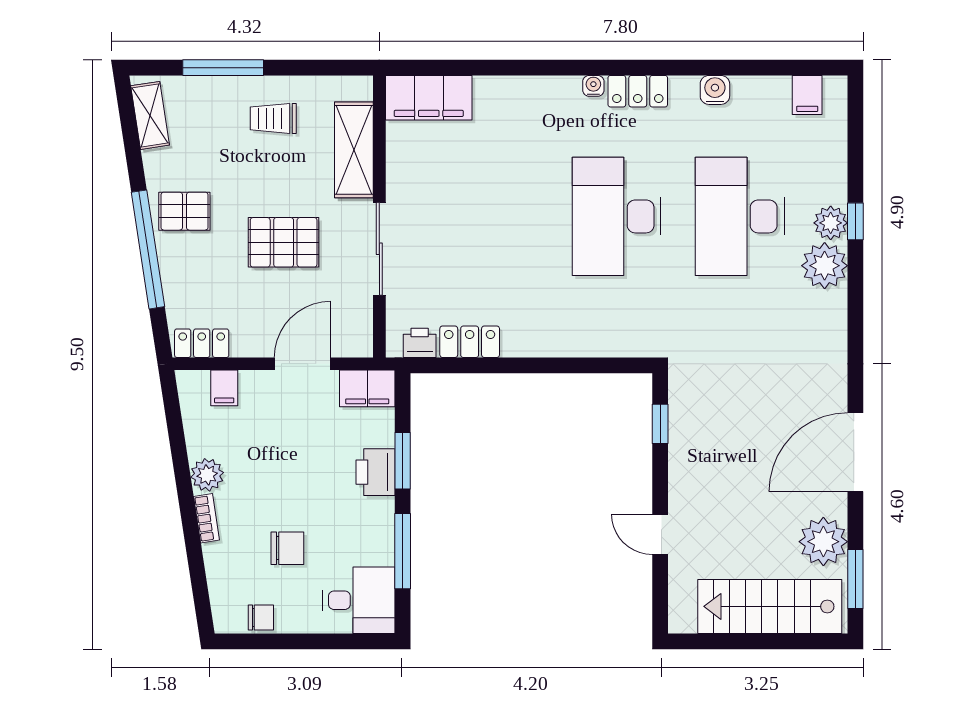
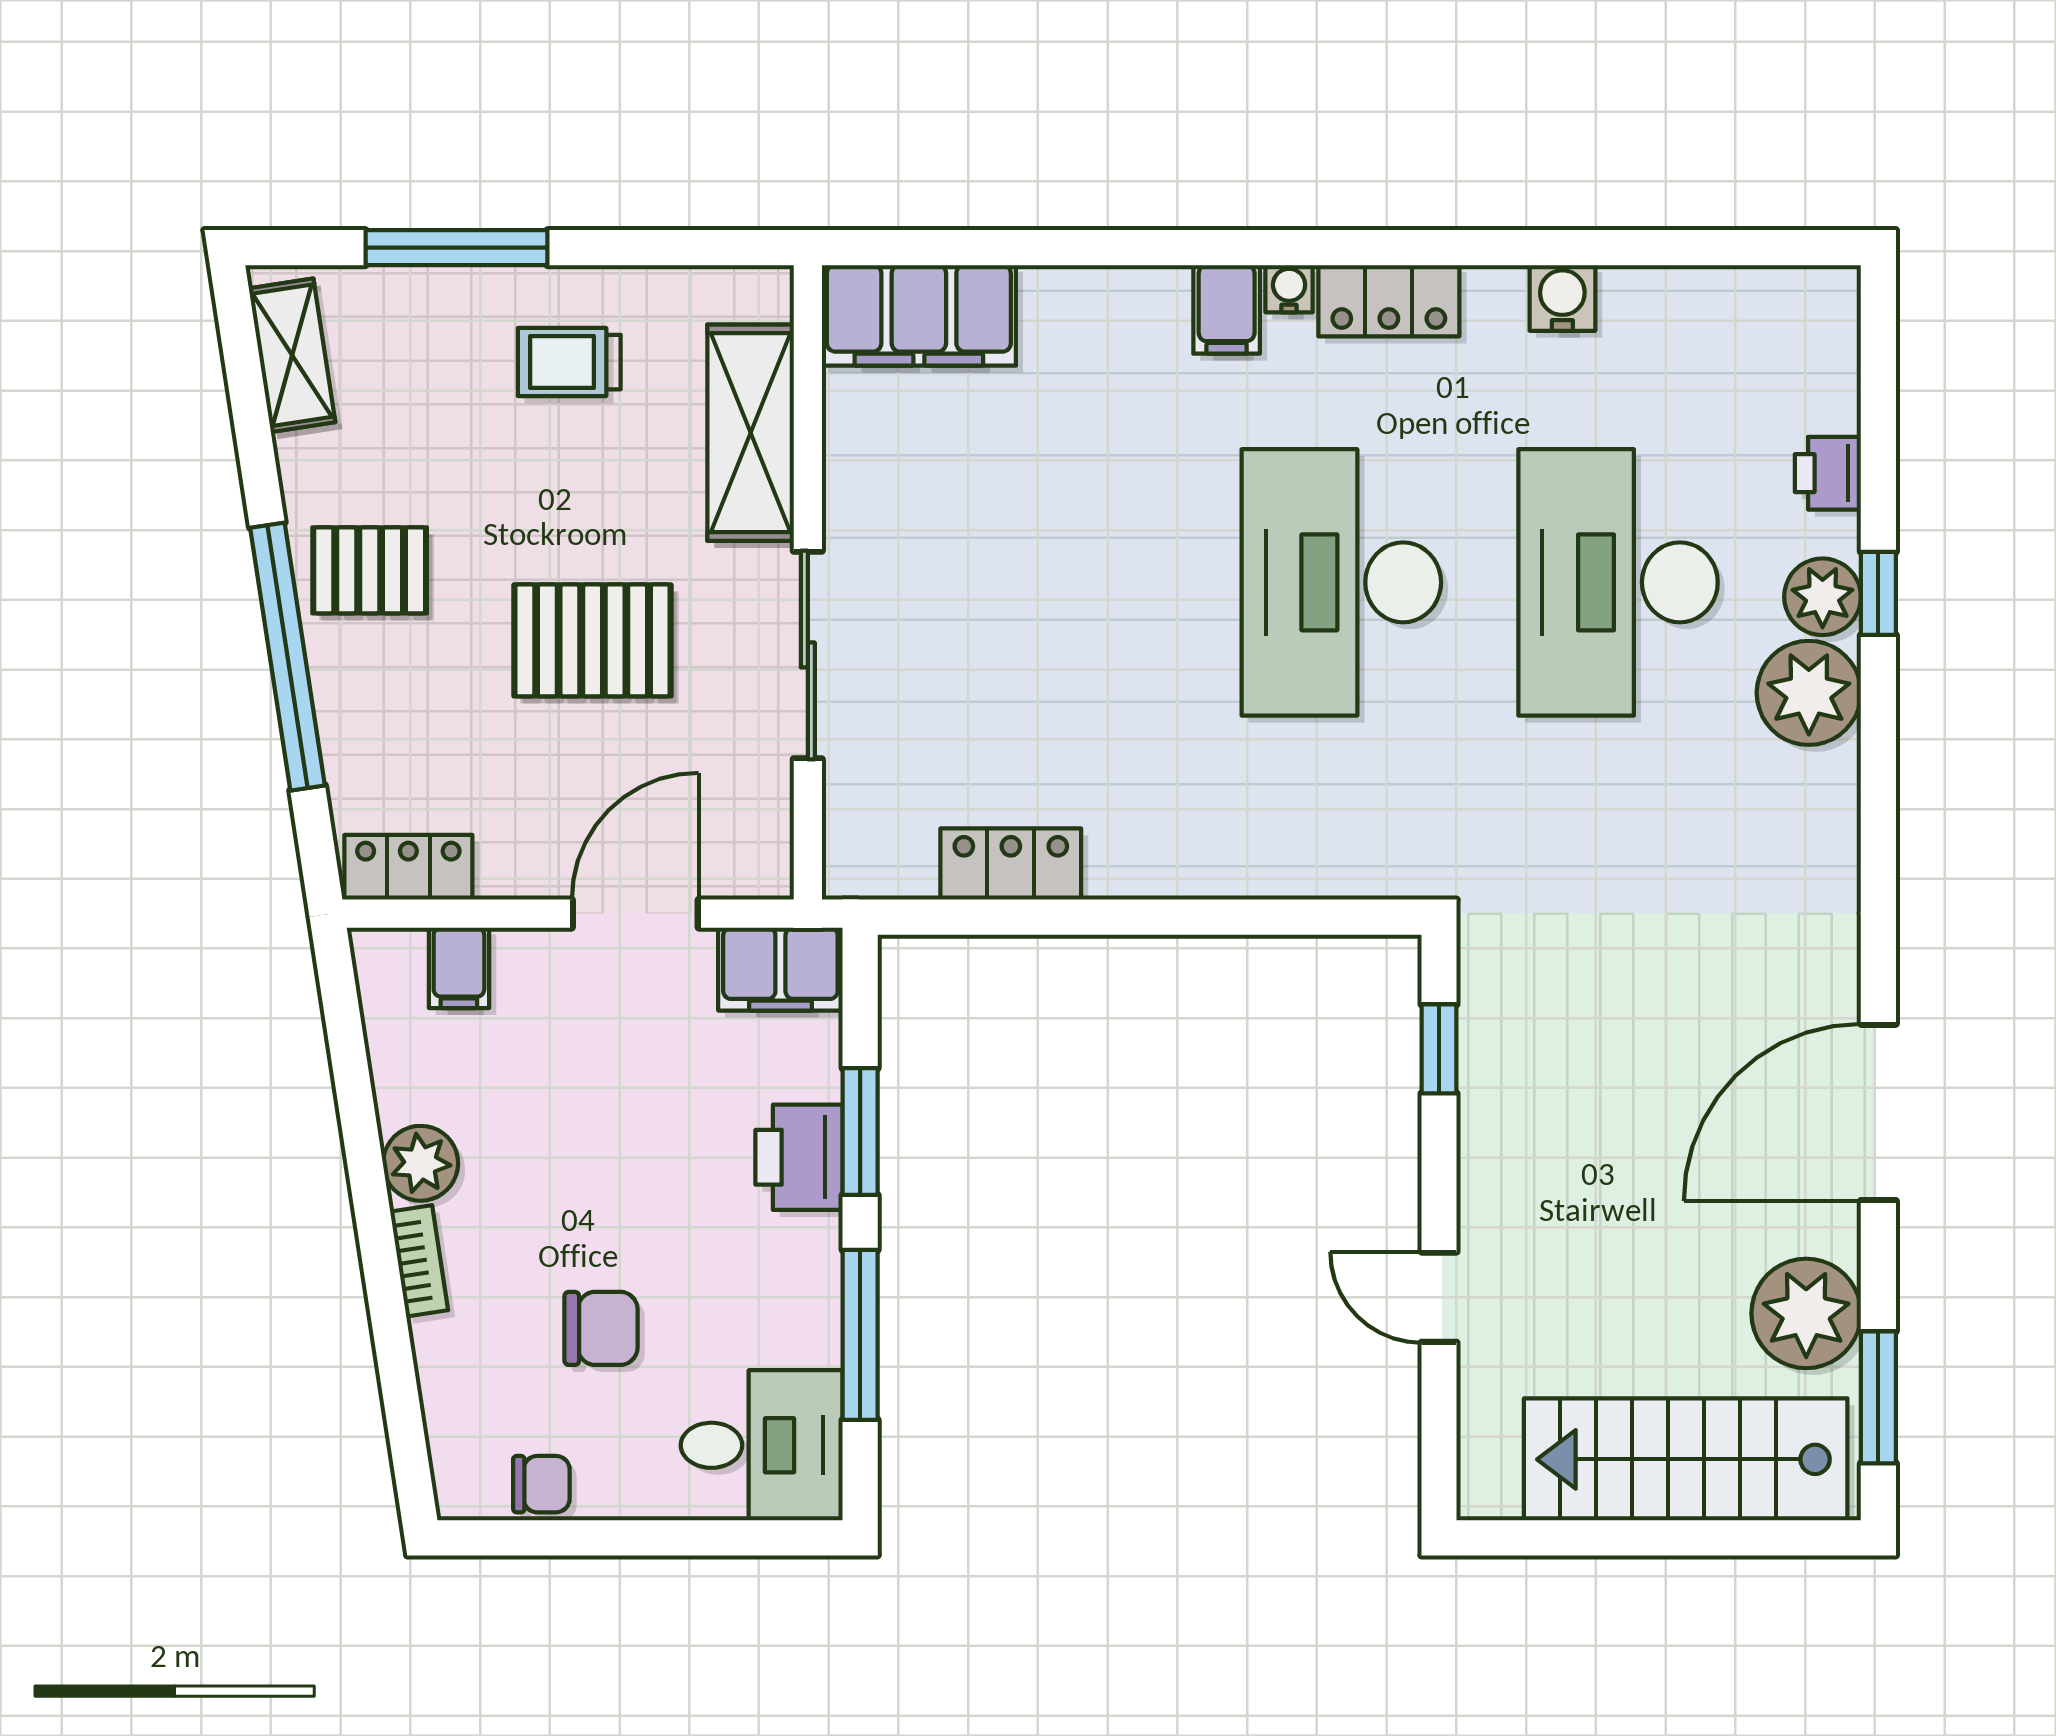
filing cabinet: (807, 95) -> (1227, 309), moved
printer: (420, 343) -> (1828, 473), moved, turned -90

